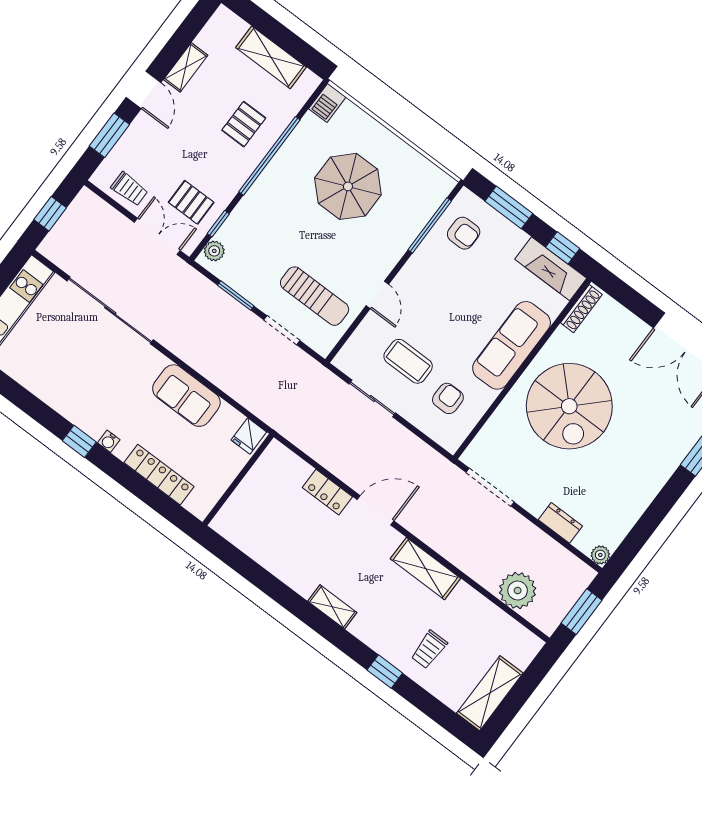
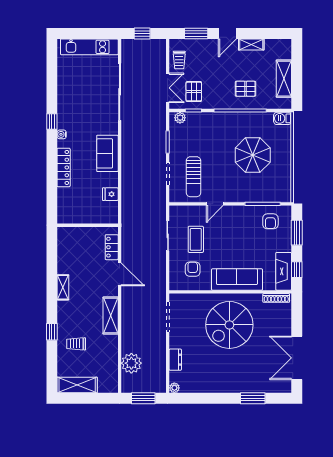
armchair: (448, 398) -> (193, 269), turned -90
wall: (238, 480) -> (88, 225), moved

